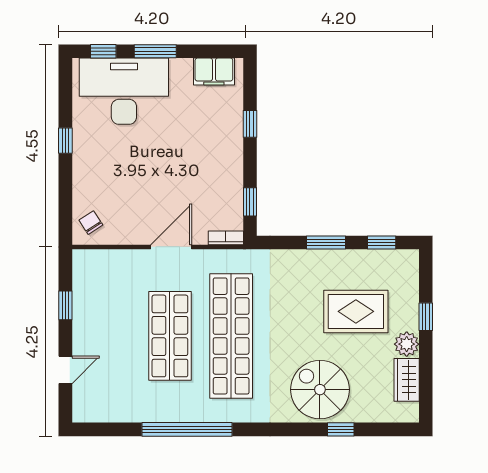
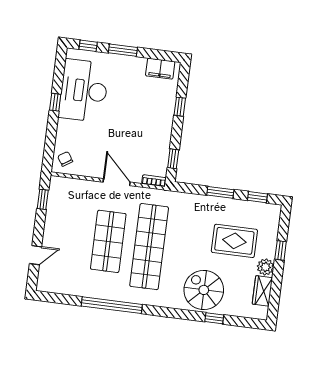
desk: (124, 91) -> (84, 91), moved, turned -90
door: (171, 247) -> (117, 182), hinge flipped
window: (65, 305) -> (43, 199), moved

